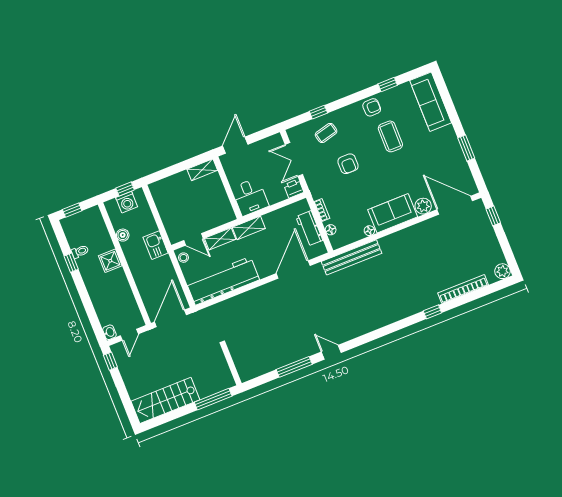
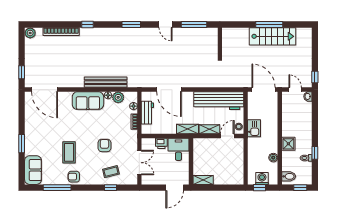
window: (388, 85) -> (57, 188), width x2.17
sofa: (431, 102) -> (33, 170), width x0.73
window: (466, 148) -> (22, 144), moved
printer: (294, 189) -> (161, 143), moved
plant: (423, 206) -> (118, 97), moved
bidet: (93, 219) -> (289, 176), added
door: (193, 239) -> (227, 136), hinge flipped
kitchen sink: (156, 245) -> (254, 128), moved
bench: (352, 257) -> (106, 82), moved
door: (293, 270) -> (169, 90), hinge flipped
door: (170, 318) -> (264, 90), swing flipped
door: (129, 335) -> (295, 90), hinge flipped
window: (376, 335) -> (131, 24), added
wall: (232, 365) -> (220, 42), moved
window: (213, 399) -> (269, 24), moved
stairs: (165, 400) -> (273, 36), moved

